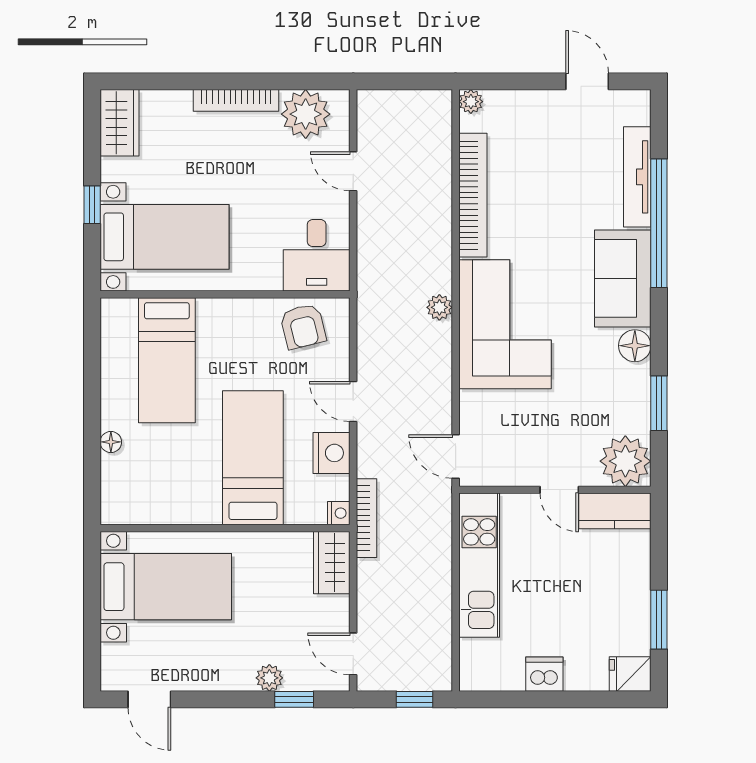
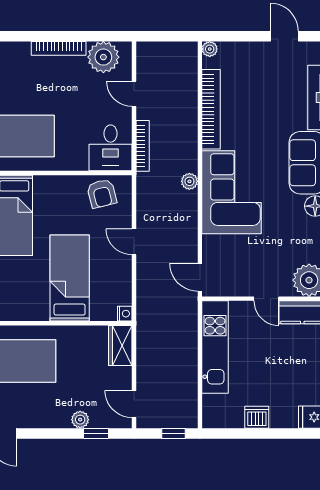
nightstand: (331, 453) -> (120, 275), removed
bookcase: (366, 518) -> (143, 146), moved

